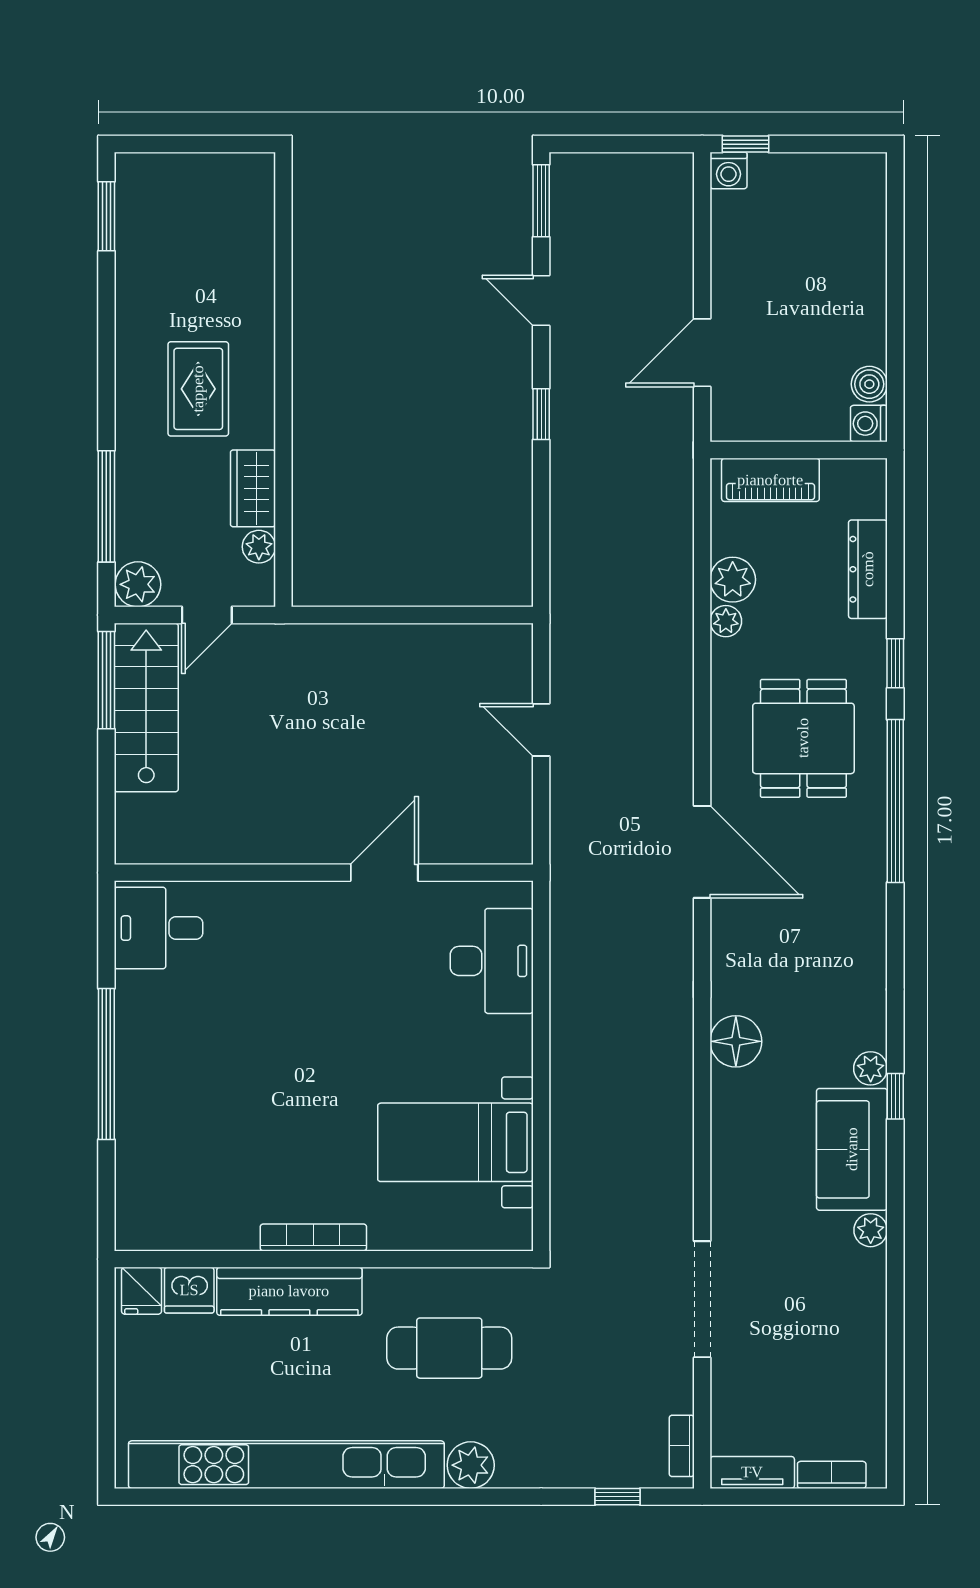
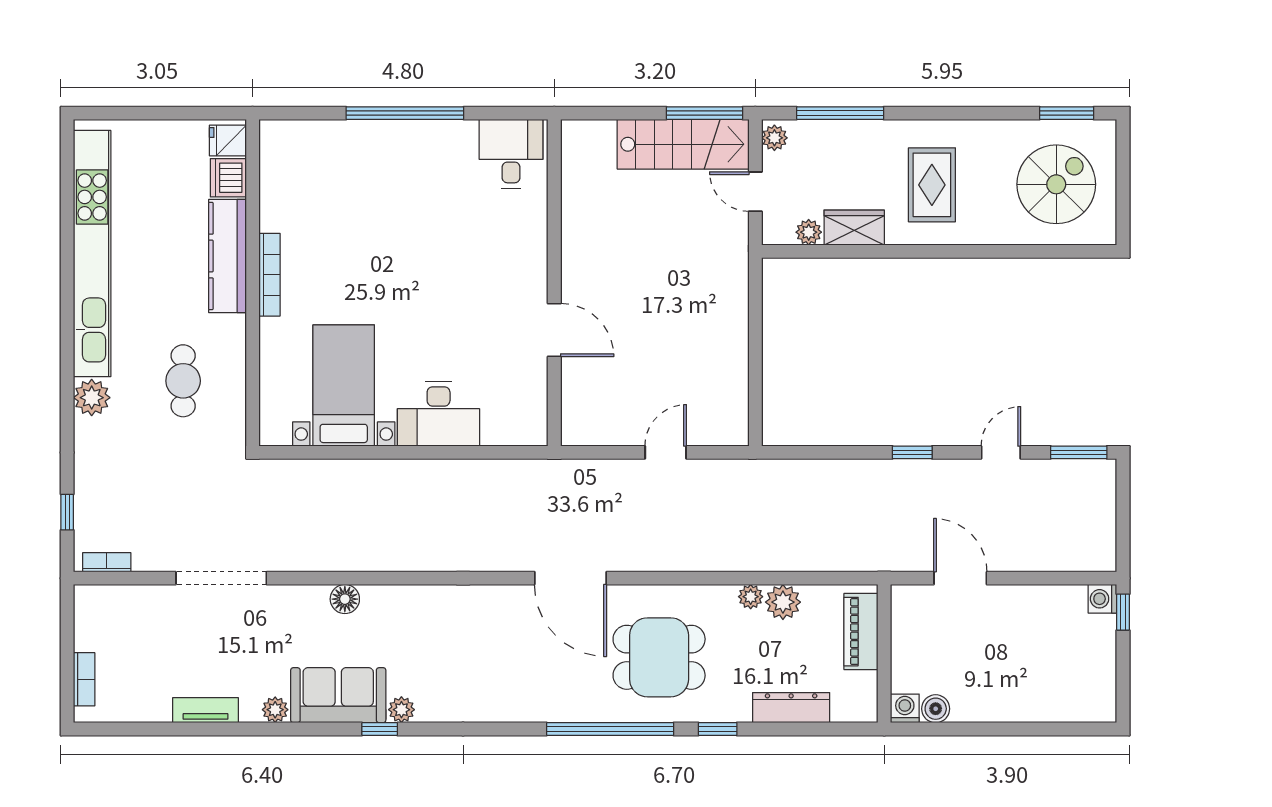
spiral stairs: (198, 230) -> (1056, 184), added
rug: (198, 389) -> (932, 185), turned 90
plant: (138, 584) -> (774, 138), width x0.73, depth x0.73
door: (702, 852) -> (571, 578), hinge flipped
desk: (492, 961) -> (439, 414), moved
floor lamp: (736, 1041) -> (345, 599), moved, width x0.73, depth x0.73
cafe table: (449, 1348) -> (183, 381), width x0.73, depth x0.74
tv unit: (752, 1472) -> (205, 710), moved, turned -90

